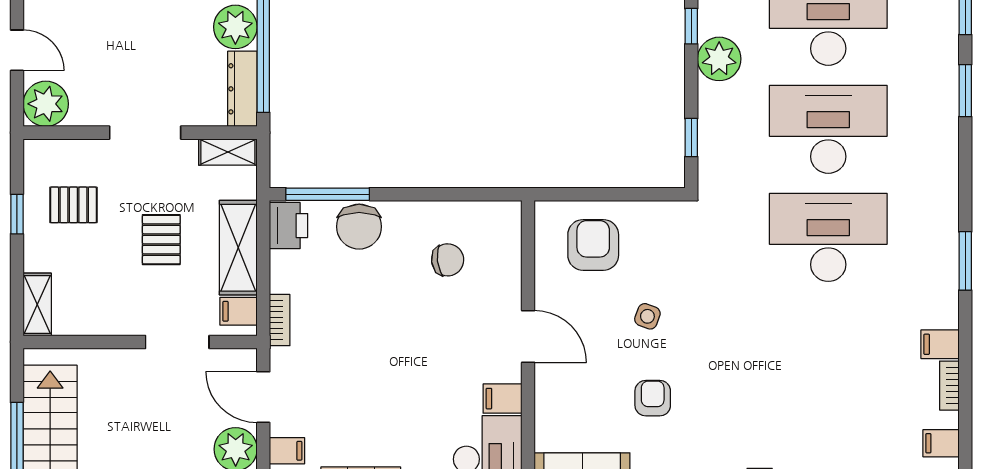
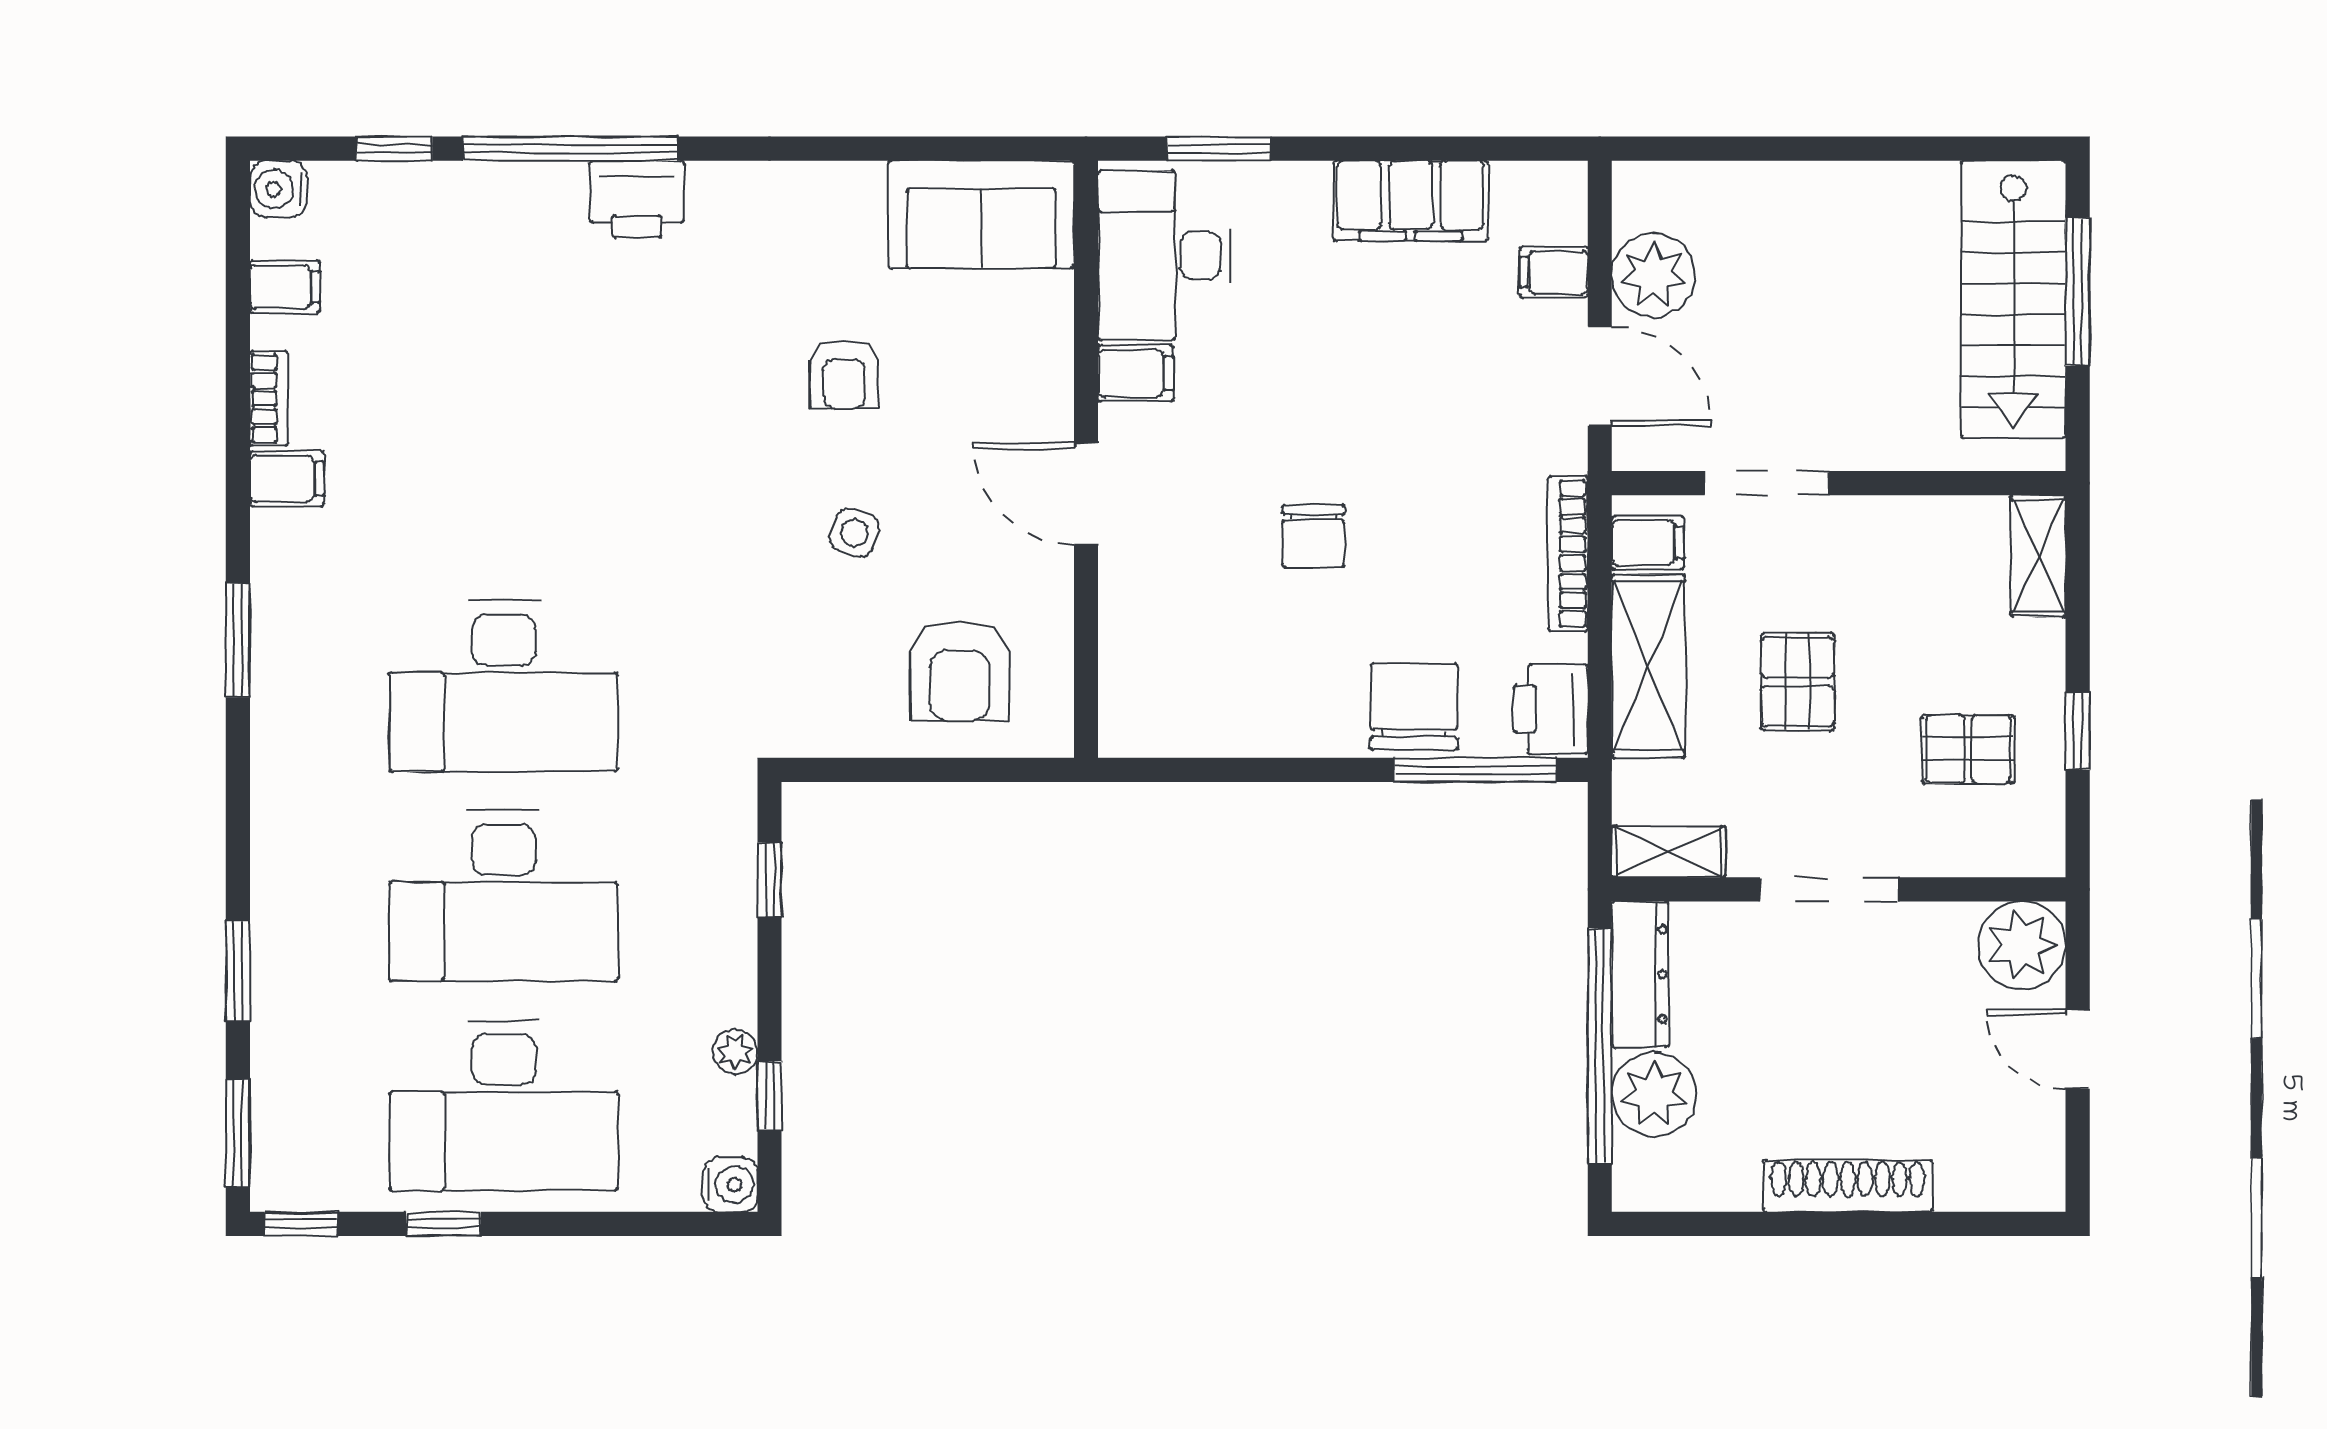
plant: (719, 59) -> (735, 1052), width x0.53, depth x0.53
chair: (448, 260) -> (1313, 536), moved, turned -83
bookcase: (280, 320) -> (1568, 554), width x1.56

